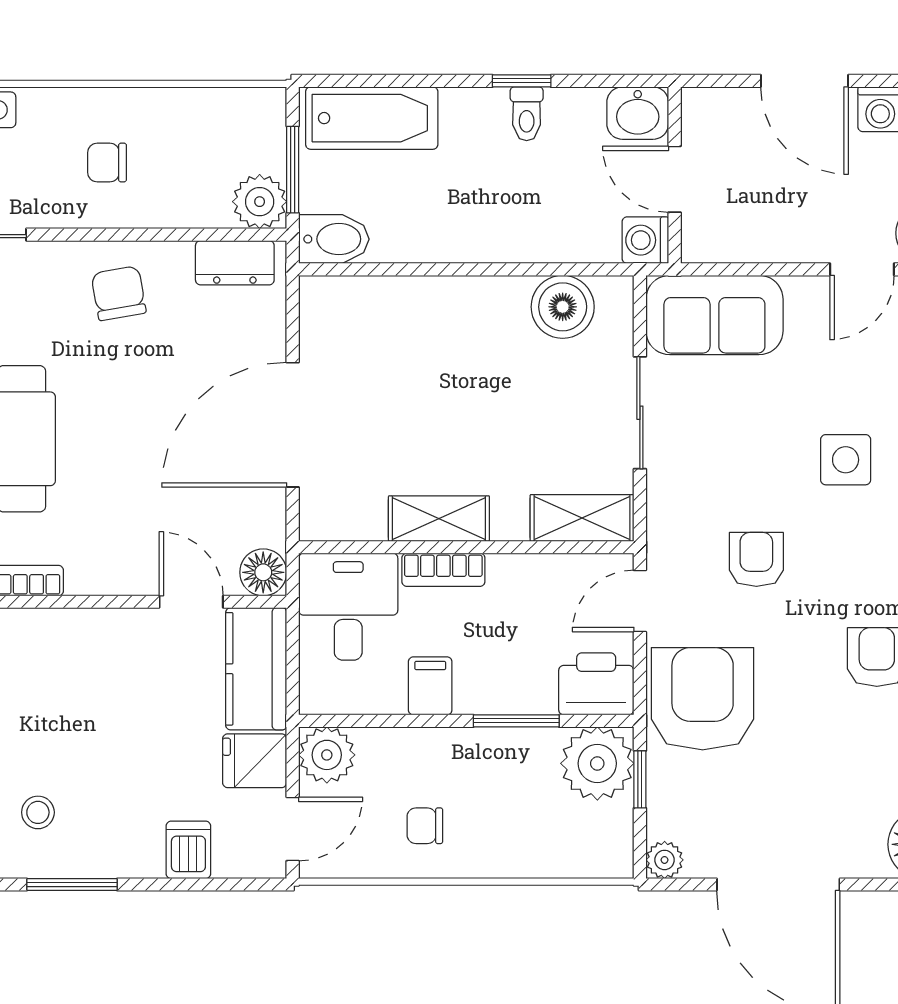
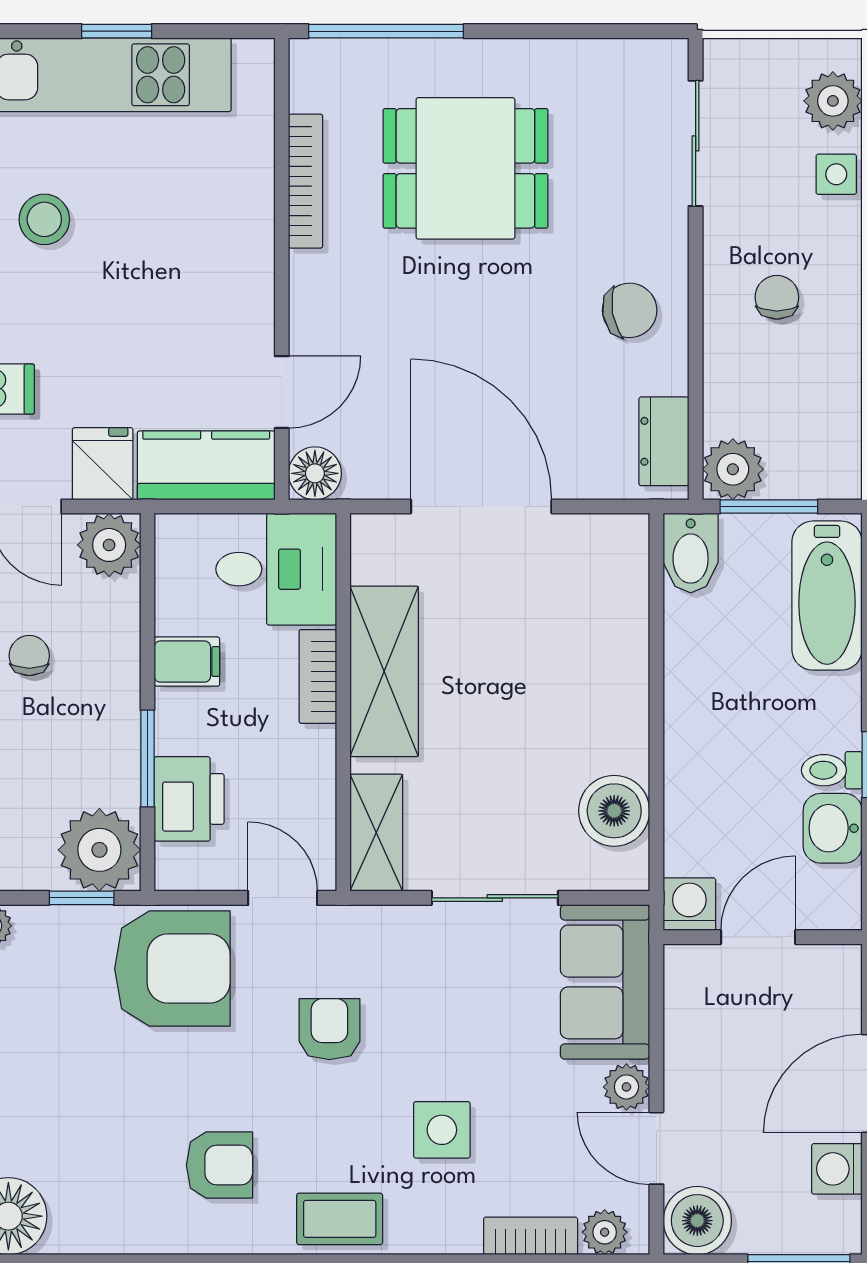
washbasin: (638, 113) -> (833, 828), moved
plant: (808, 296) -> (626, 1087), added
shelving: (439, 519) -> (384, 671), width x1.50, depth x1.33
armchair: (756, 559) -> (329, 1029), turned -90
printer: (596, 684) -> (189, 799), moved
stool: (38, 812) -> (44, 219), width x1.37, depth x1.37

